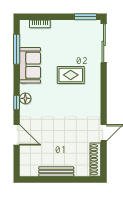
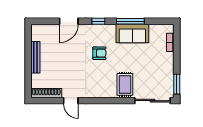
window: (17, 49) -> (130, 21), moved
rug: (71, 75) -> (125, 84), moved
floor lamp: (25, 98) -> (102, 29), removed
armchair: (52, 101) -> (99, 53), added

